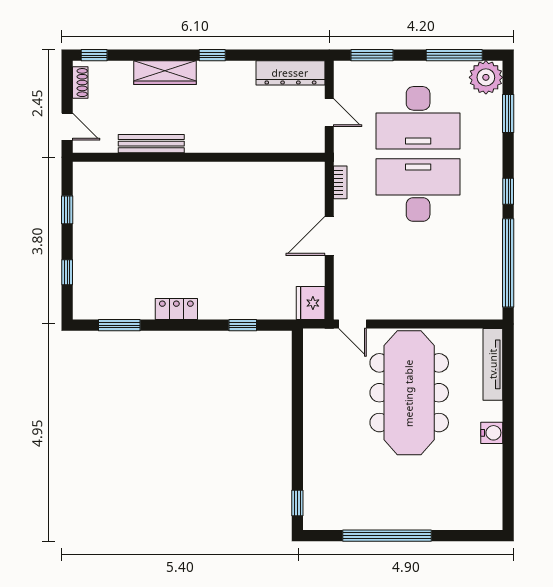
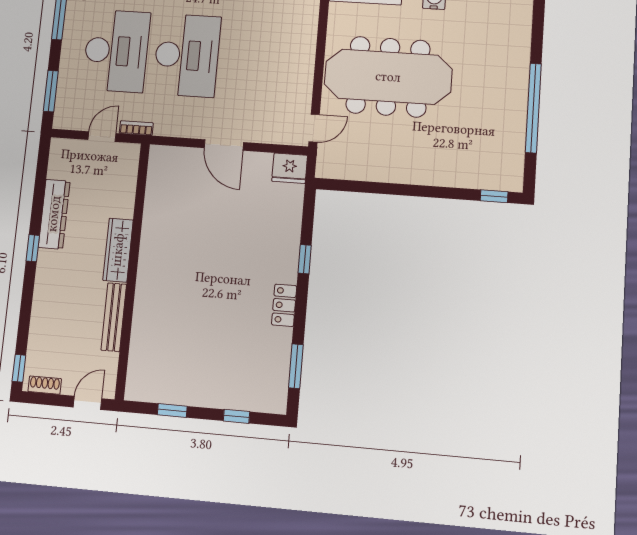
wardrobe: (165, 73) -> (118, 250), moved, turned 180
dresser: (290, 73) -> (54, 214), moved
bookcase: (340, 182) -> (136, 128), moved
desk: (418, 190) -> (187, 55), turned 180
window: (243, 325) -> (305, 259), moved

